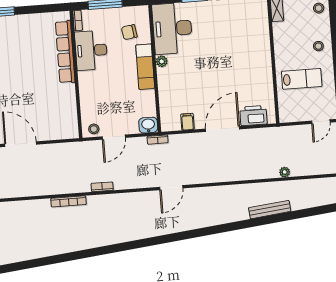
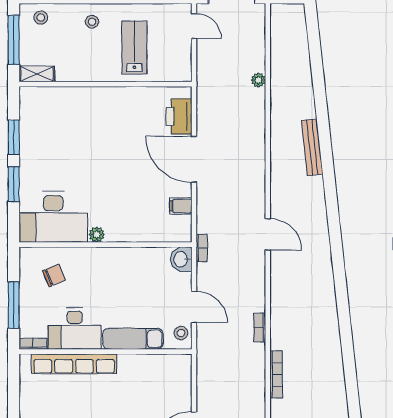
chair: (129, 32) -> (54, 275), turned -104
exam couch: (145, 67) -> (133, 339), moved, turned 180
bench: (270, 210) -> (312, 147), moved

